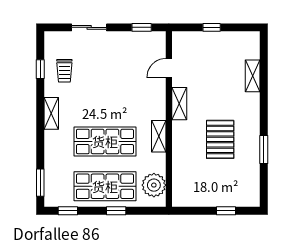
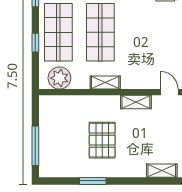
pallet: (220, 139) -> (102, 140), turned 90
window: (226, 211) -> (35, 146), width x2.17

